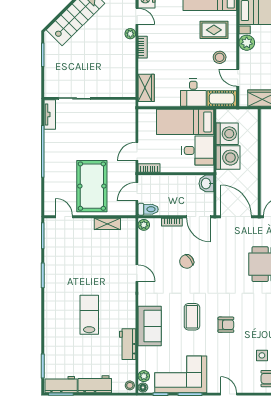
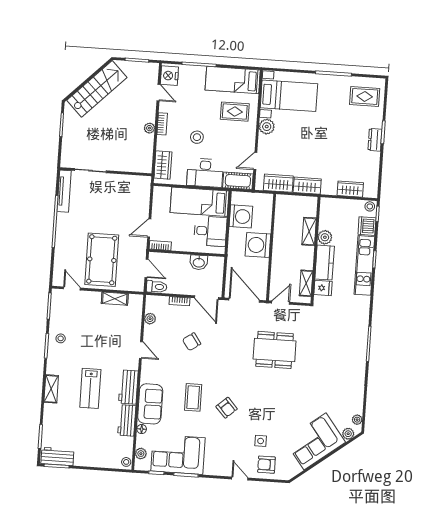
plant: (130, 34) -> (149, 128), moved
stool: (220, 57) -> (197, 137), moved
door: (238, 78) -> (255, 161), hinge flipped
desk: (193, 93) -> (205, 173), width x1.37
tv unit: (50, 115) -> (64, 191), width x1.41
washing machine: (228, 158) -> (258, 245), moved, turned 180
washbasin: (206, 183) -> (199, 262), moved, turned -90
door: (137, 192) -> (146, 268), swing flipped
plant: (144, 225) -> (150, 319), moved
stool: (56, 267) -> (61, 338), added
lab bench: (89, 315) -> (90, 388), turned 180
shelving: (50, 318) -> (51, 389), added
armchair: (226, 325) -> (227, 408), turned 48
workbench: (95, 384) -> (128, 387), moved, turned -90
floor lamp: (143, 387) -> (142, 429), moved
door: (229, 394) -> (240, 479), moved

